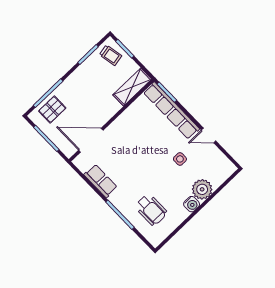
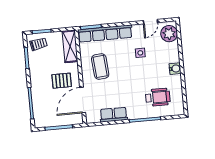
pallet: (52, 109) -> (62, 81), moved, turned 90
coffee table: (136, 131) -> (100, 66), added
door: (209, 135) -> (150, 22), moved
plant: (202, 189) -> (169, 34), moved

